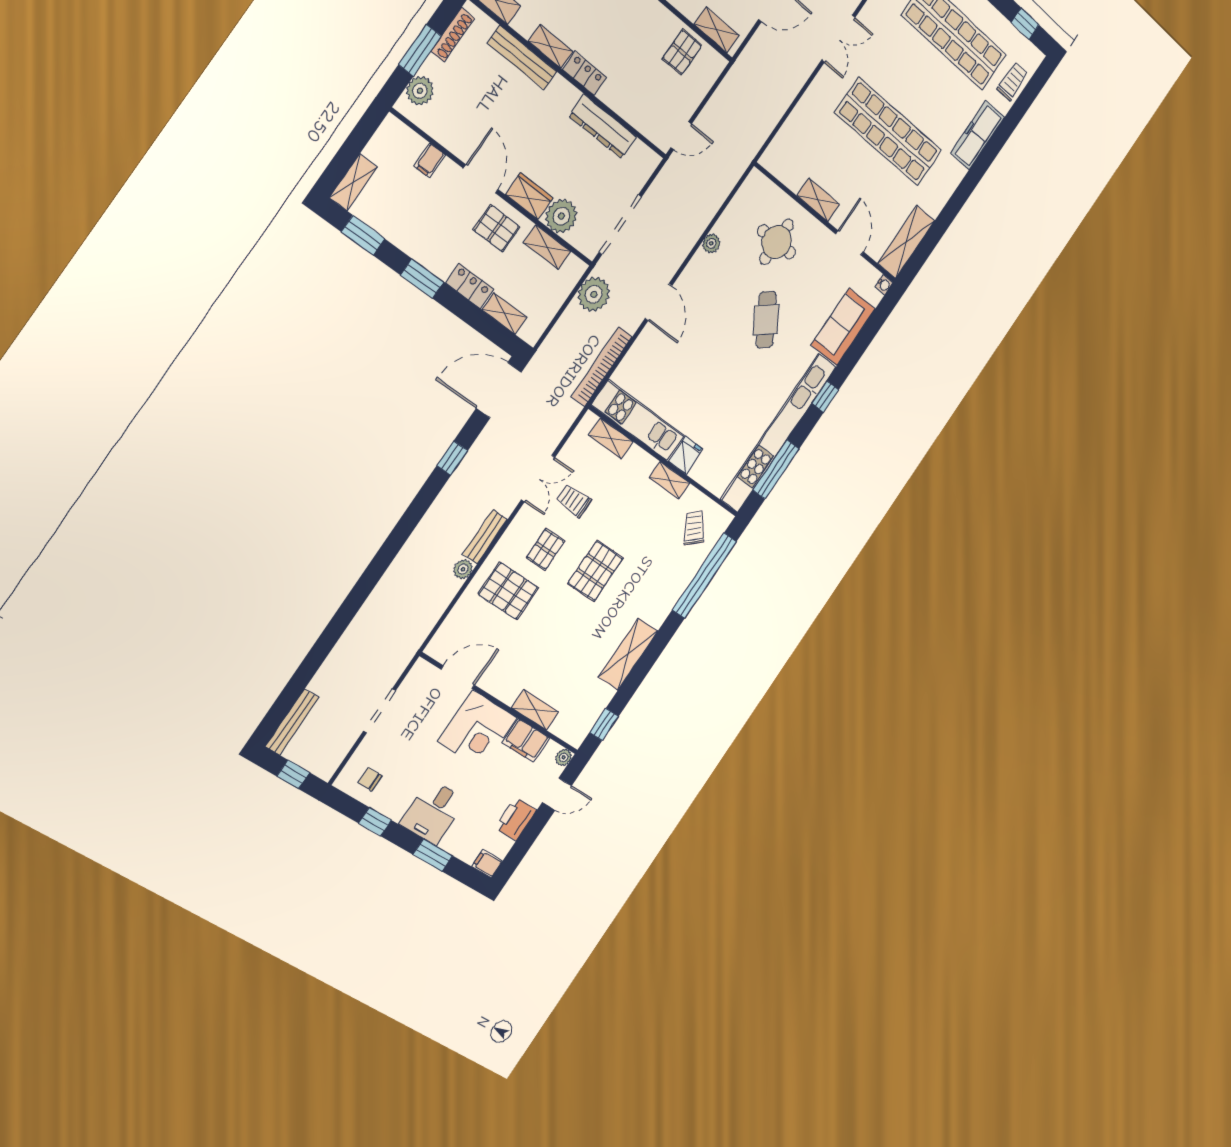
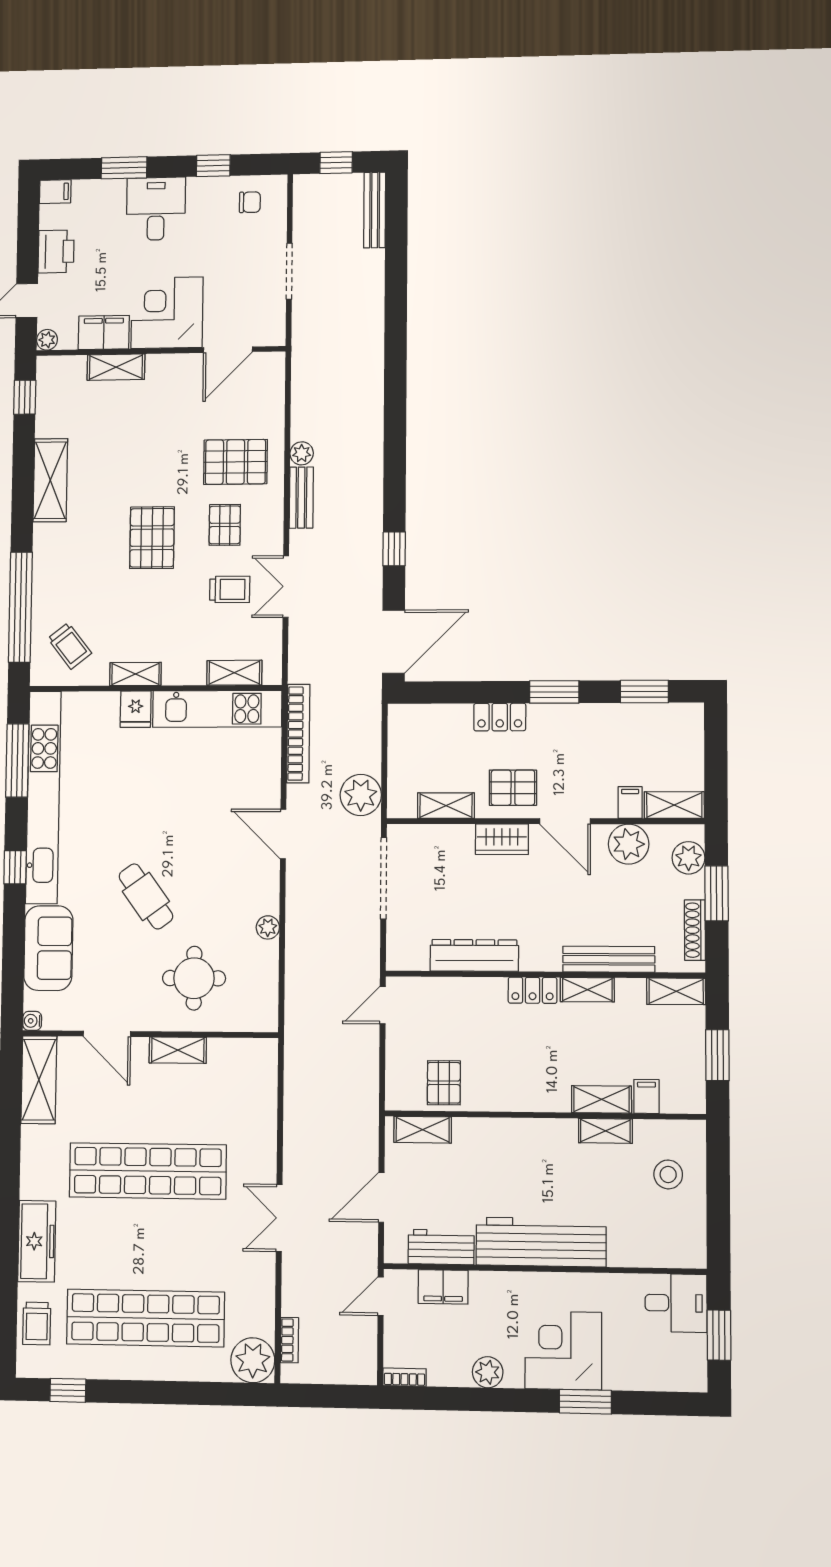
shelving: (353, 182) -> (674, 805), moved, turned 90
plant: (561, 216) -> (629, 844), moved
shelving: (504, 313) -> (443, 715), removed

